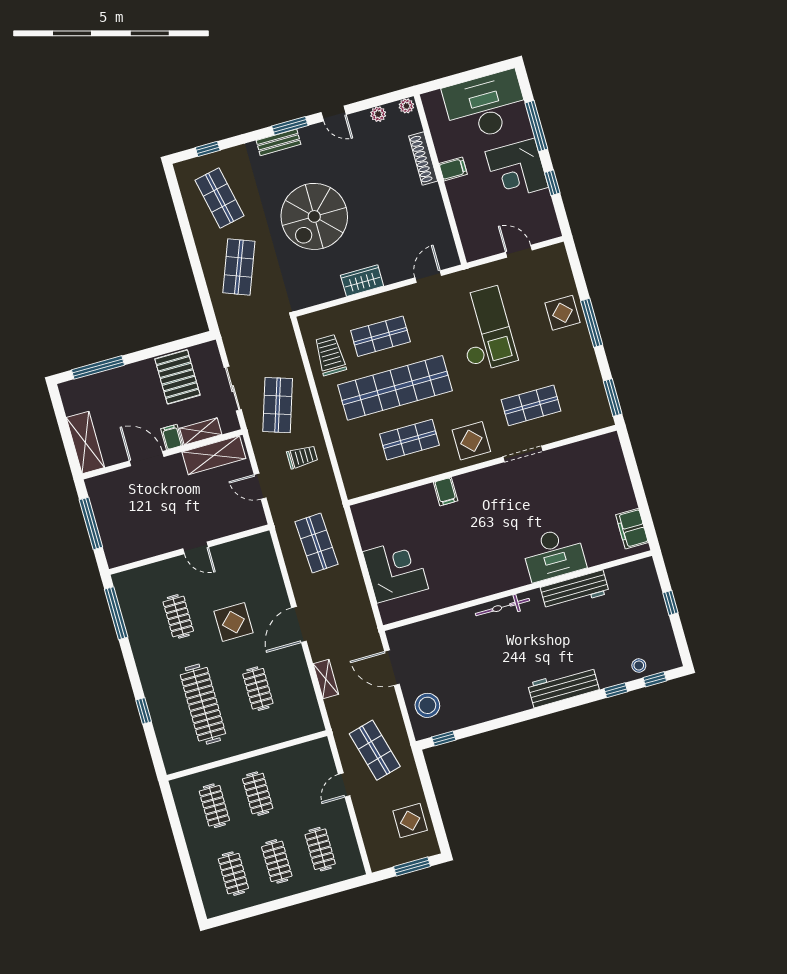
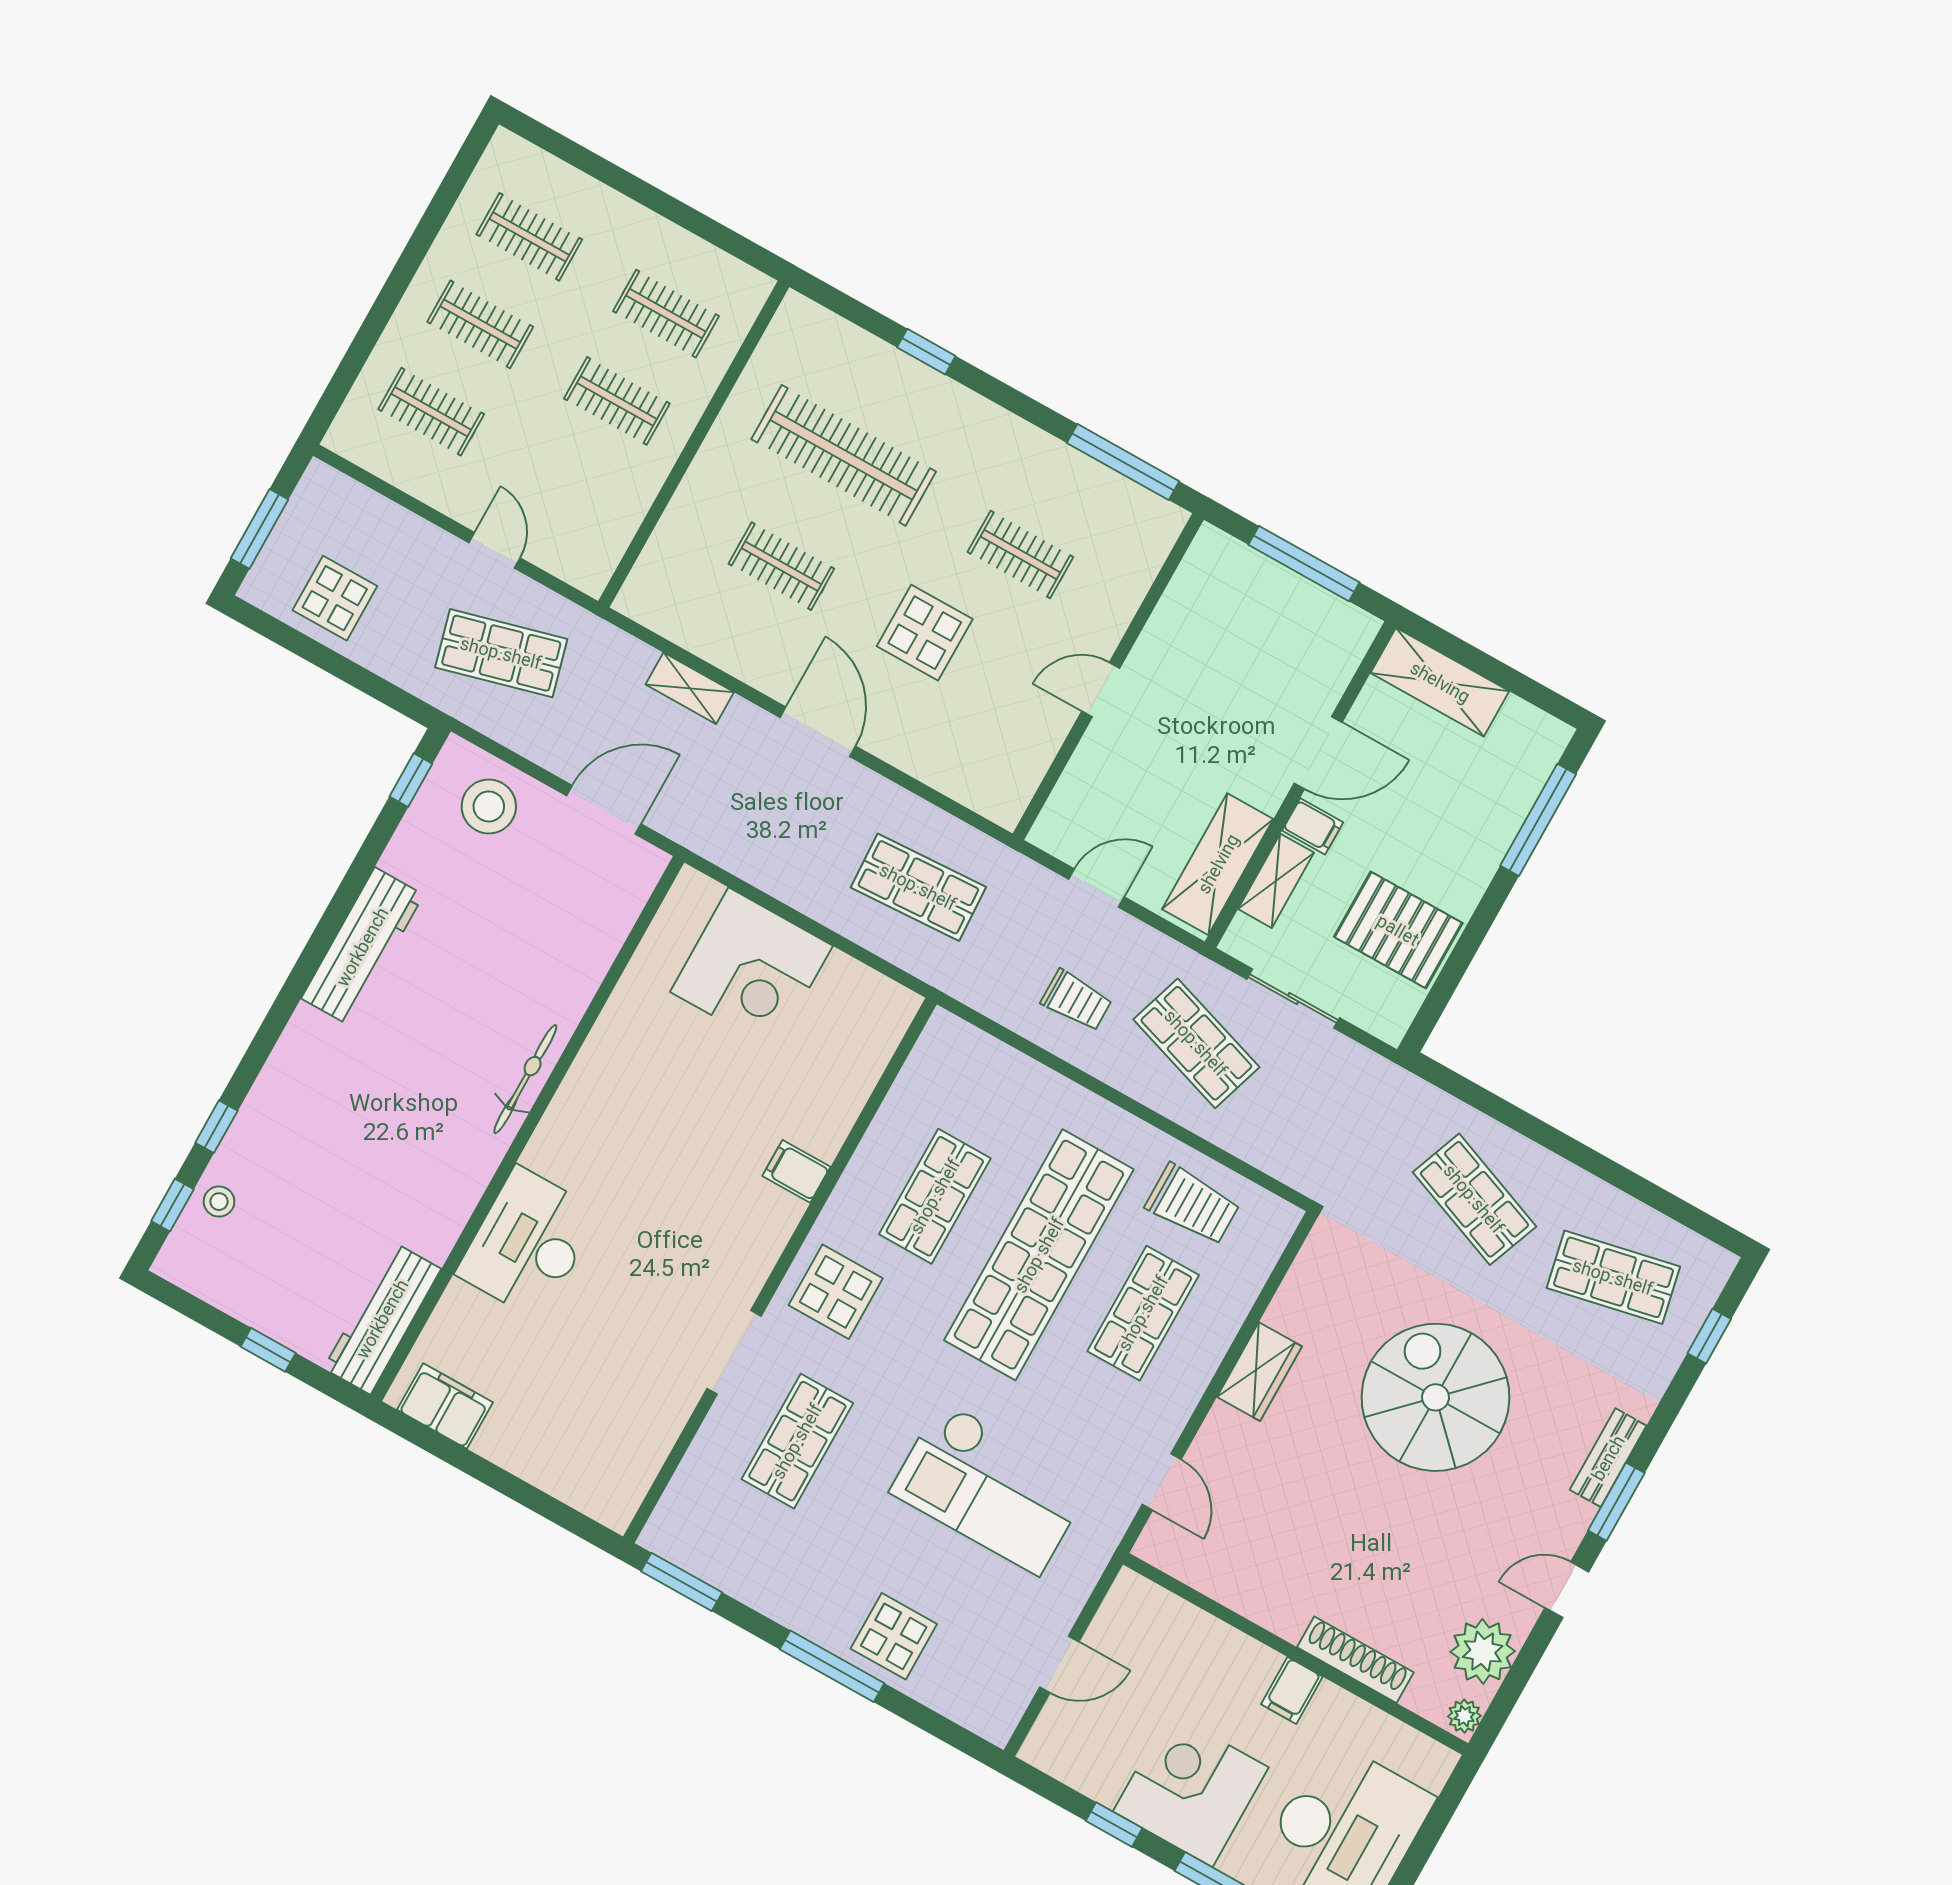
plant: (378, 114) -> (1483, 1651), width x1.88, depth x1.88
trolley: (302, 457) -> (1076, 1000), turned -90
workbench: (575, 590) -> (382, 1319), moved
workbench: (563, 687) -> (362, 947), moved

